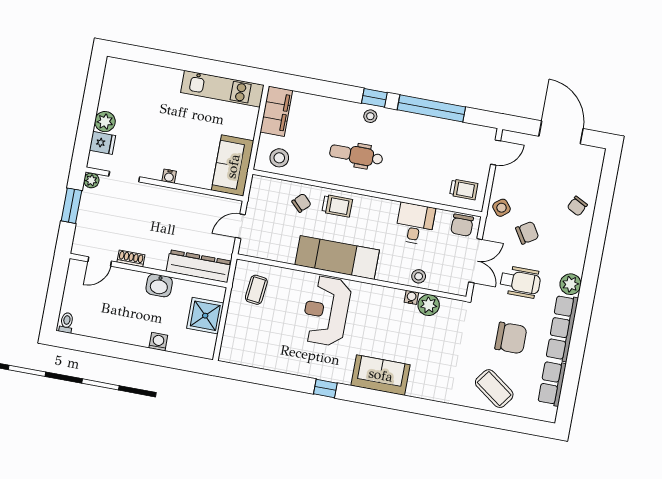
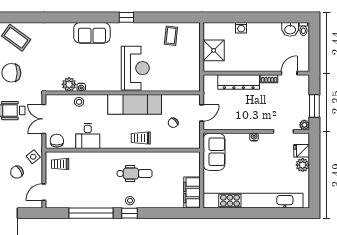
kitchen unit: (222, 89) -> (253, 201), width x1.86
stool: (279, 158) -> (184, 162), removed
chair: (301, 203) -> (173, 123), moved
chair: (527, 233) -> (17, 172), moved
dresser: (199, 266) -> (239, 82), moved
washbasin: (159, 285) -> (290, 29), moved, turned 180
coffee table: (256, 290) -> (171, 36), moved

